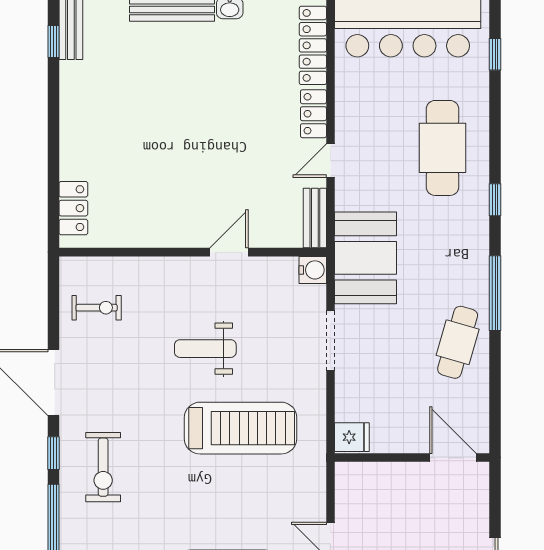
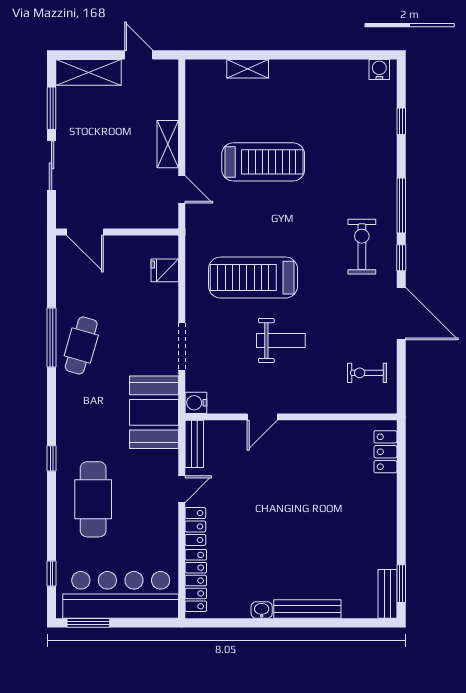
window: (53, 42) -> (401, 584), width x1.50
window: (495, 293) -> (52, 338), moved
wall: (412, 458) -> (117, 232), moved
door: (453, 458) -> (85, 232), moved

